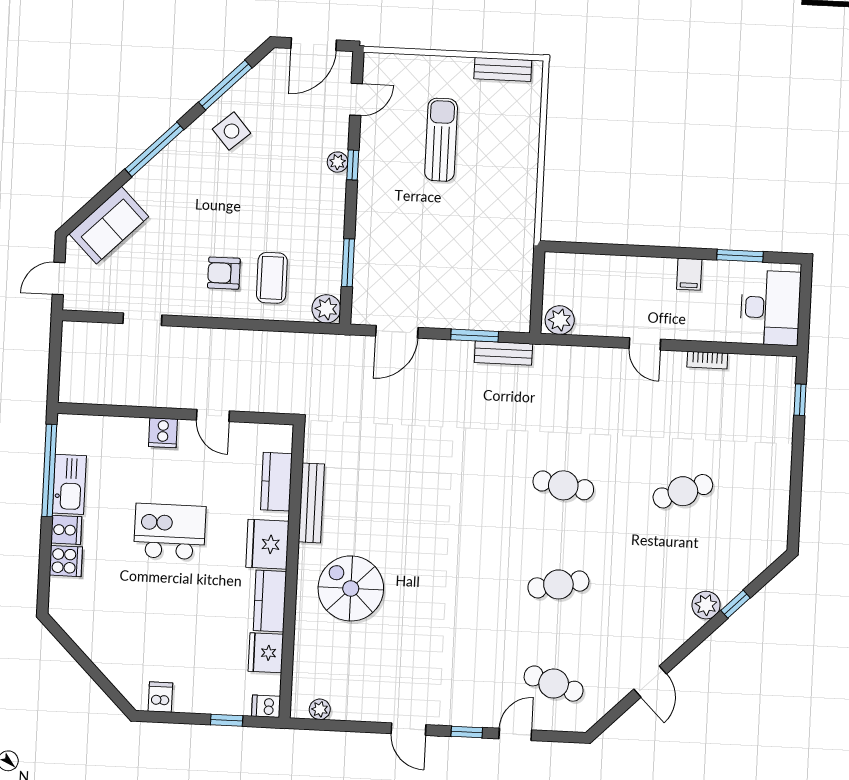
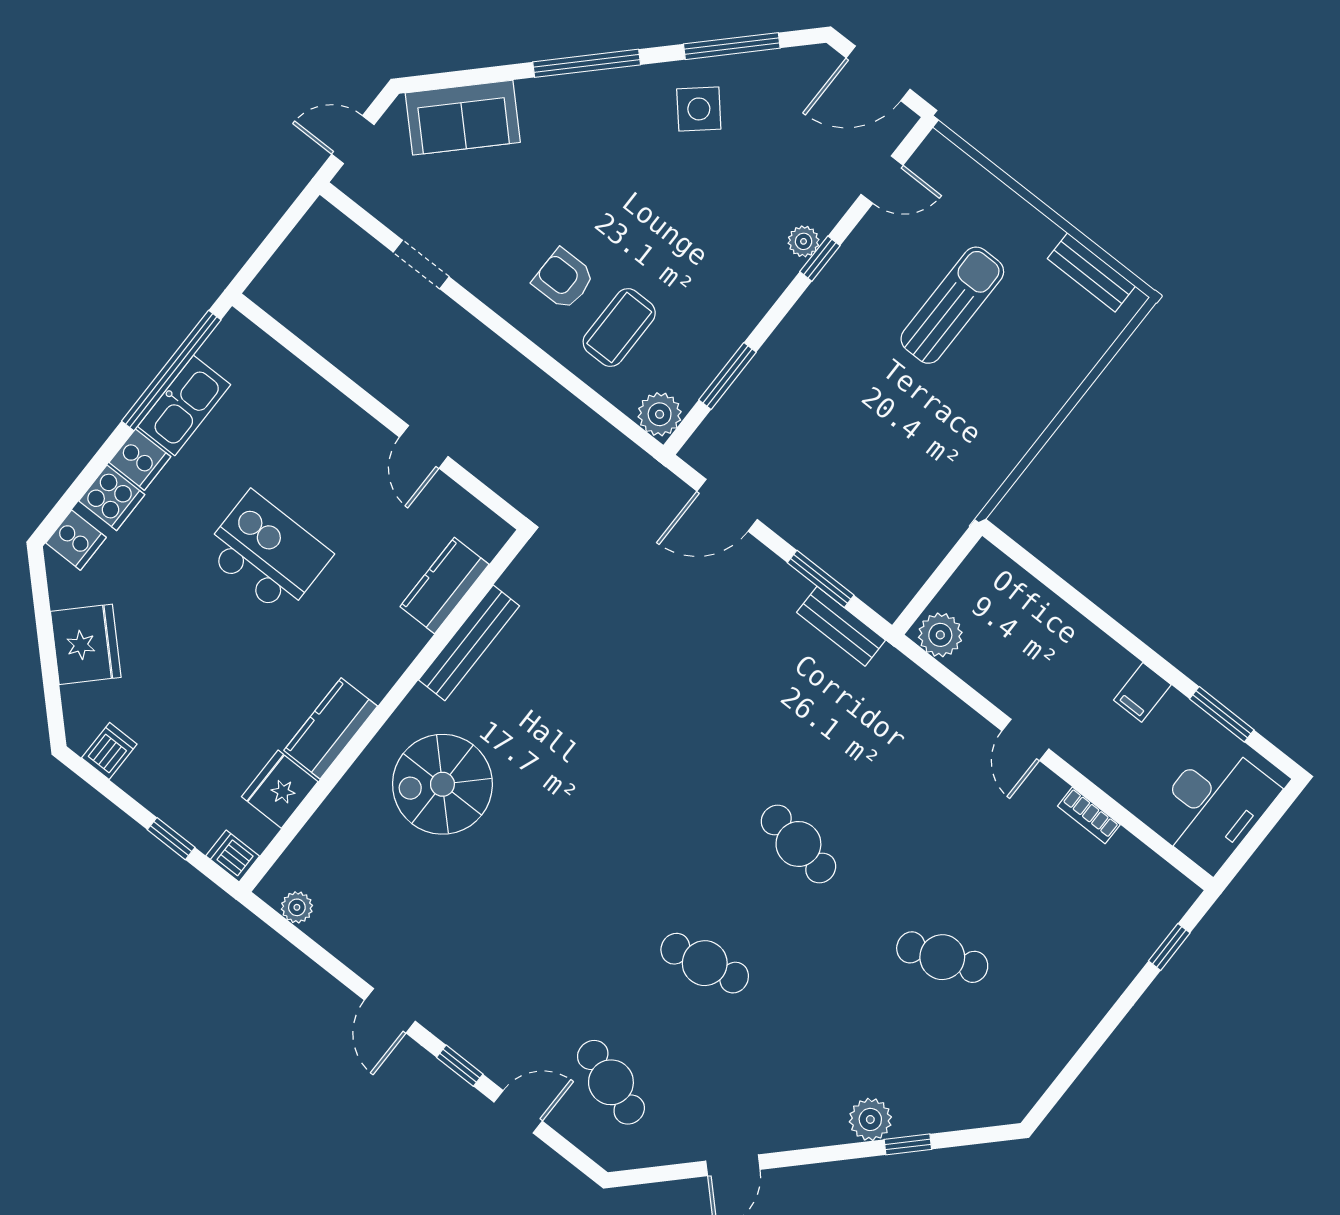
cooker: (163, 433) -> (76, 540), moved, turned -90
fridge: (267, 544) -> (86, 644), moved, turned 135
spiral stairs: (351, 588) -> (442, 784), turned -90

